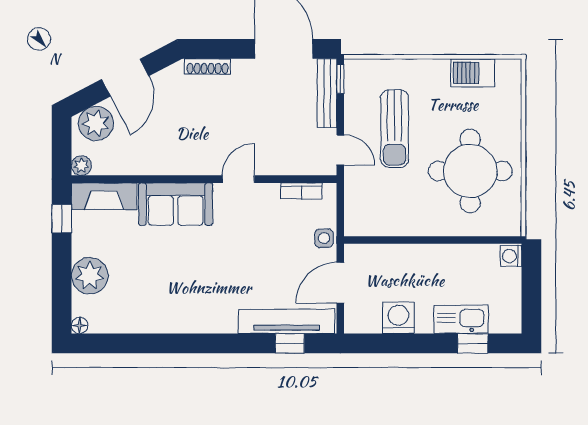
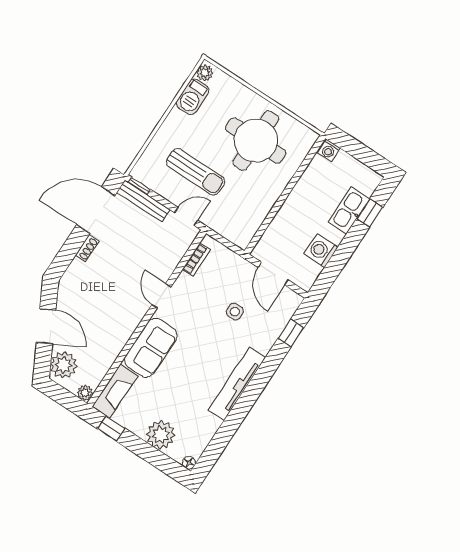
shoe rack: (208, 66) -> (87, 248), moved, width x0.70
plant: (507, 69) -> (205, 73), added
side table: (324, 238) -> (235, 312), moved
tv unit: (286, 321) -> (237, 384), moved

